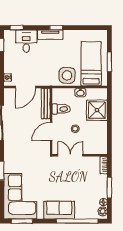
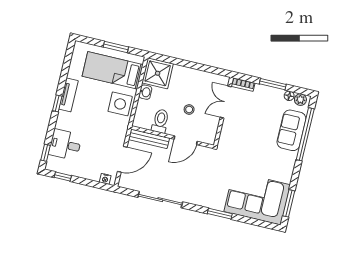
tv unit: (50, 35) -> (68, 95), moved
door: (25, 87) -> (122, 159), hinge flipped
shower: (97, 110) -> (158, 73), moved
door: (51, 132) -> (186, 140), hinge flipped
double door: (70, 155) -> (226, 102), moved
sofa: (59, 210) -> (291, 130), moved

